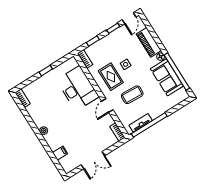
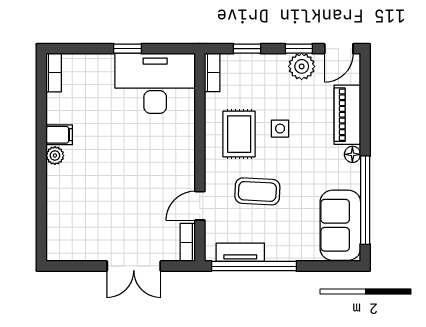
plant: (119, 35) -> (302, 66), added
sofa: (167, 77) -> (340, 225), moved
desk: (78, 88) -> (155, 83), moved, turned -90
door: (107, 105) -> (200, 206), moved
filing cabinet: (60, 153) -> (59, 135), moved
double door: (93, 160) -> (134, 266), moved

